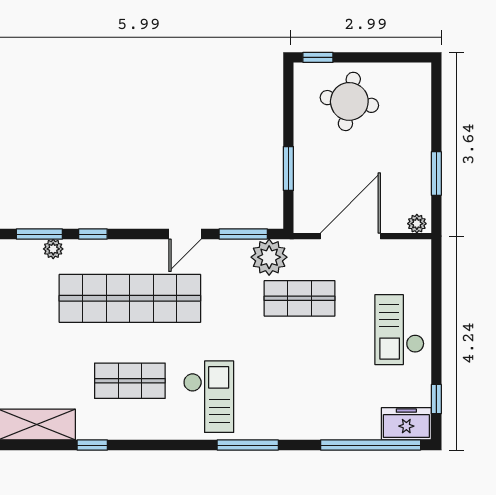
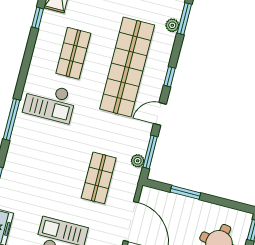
window: (93, 234) -> (169, 77), moved
door: (185, 234) -> (160, 114), hinge flipped
plant: (269, 257) -> (138, 161), width x0.53, depth x0.53

